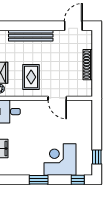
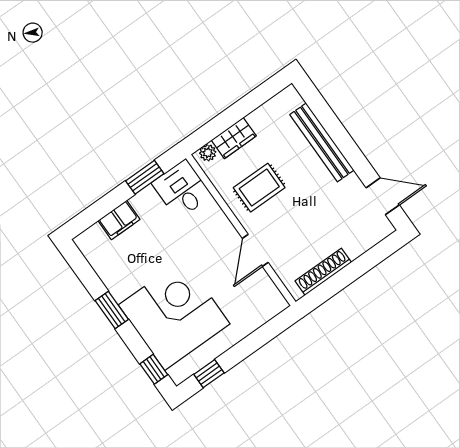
shoe rack: (88, 65) -> (323, 272), moved
corner desk: (60, 159) -> (174, 314), width x1.36, depth x1.36

